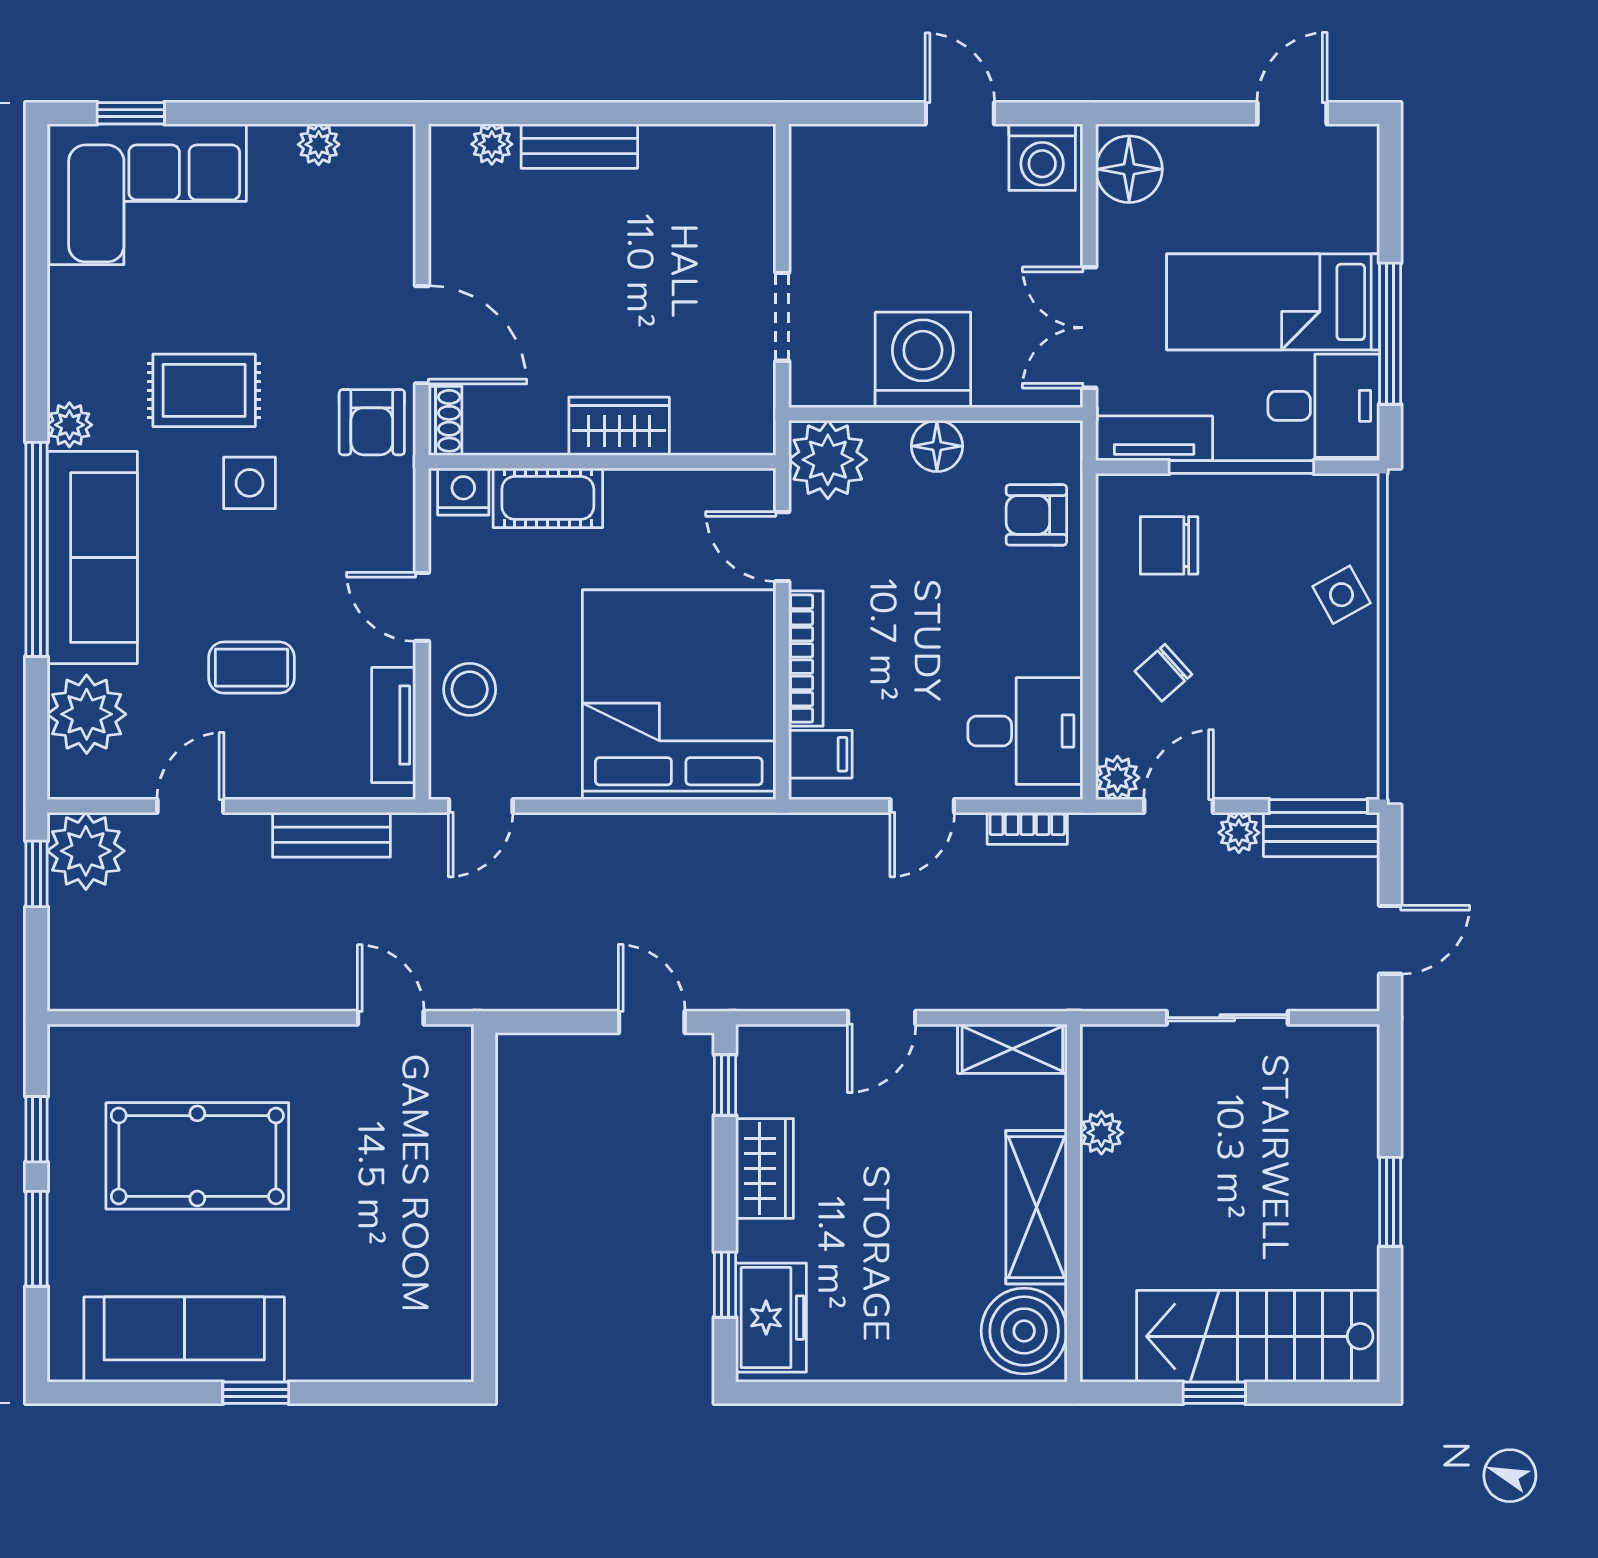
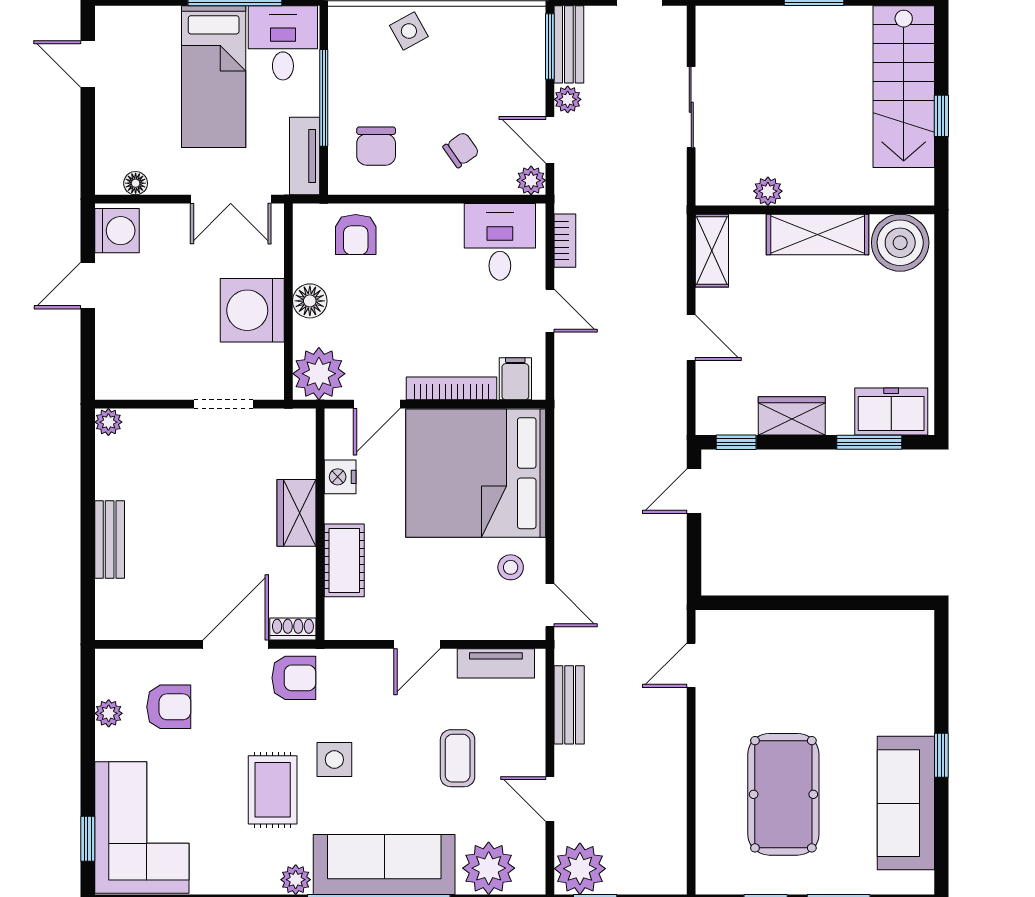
plant: (492, 144) -> (108, 422), moved
floor lamp: (1129, 169) -> (136, 183), width x0.53, depth x0.53
armchair: (328, 235) -> (169, 707), added
nightstand: (463, 492) -> (340, 477), moved
chair: (1163, 673) -> (461, 150), turned -83
stool: (470, 689) -> (511, 567), moved, width x0.73, depth x0.73
window: (725, 1285) -> (869, 442), width x1.50

